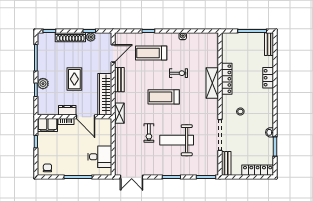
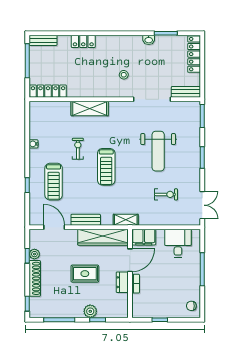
locker: (227, 79) -> (48, 91), moved
filing cabinet: (47, 125) -> (144, 237), moved, turned 90
exercise bike: (149, 133) -> (166, 194), moved

